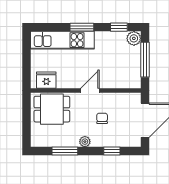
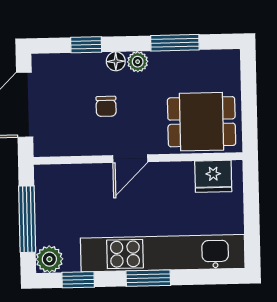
kitchen unit: (62, 40) -> (163, 253), width x1.36
floor lamp: (96, 142) -> (116, 61), added

